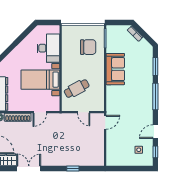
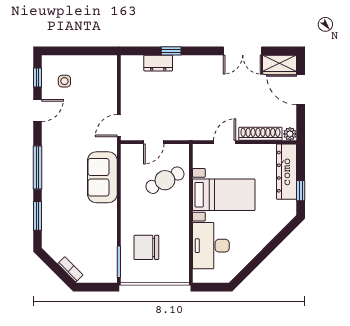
sofa: (115, 69) -> (102, 177), moved
door: (84, 112) -> (154, 142), swing flipped
dresser: (81, 161) -> (158, 63), added

